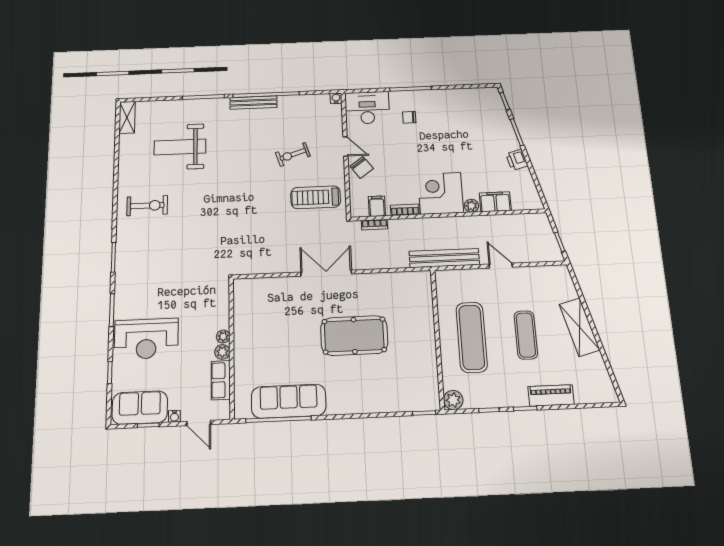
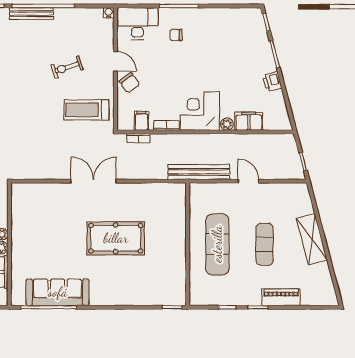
plant: (453, 400) -> (197, 297), removed

